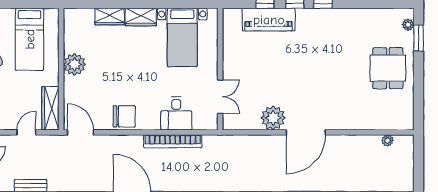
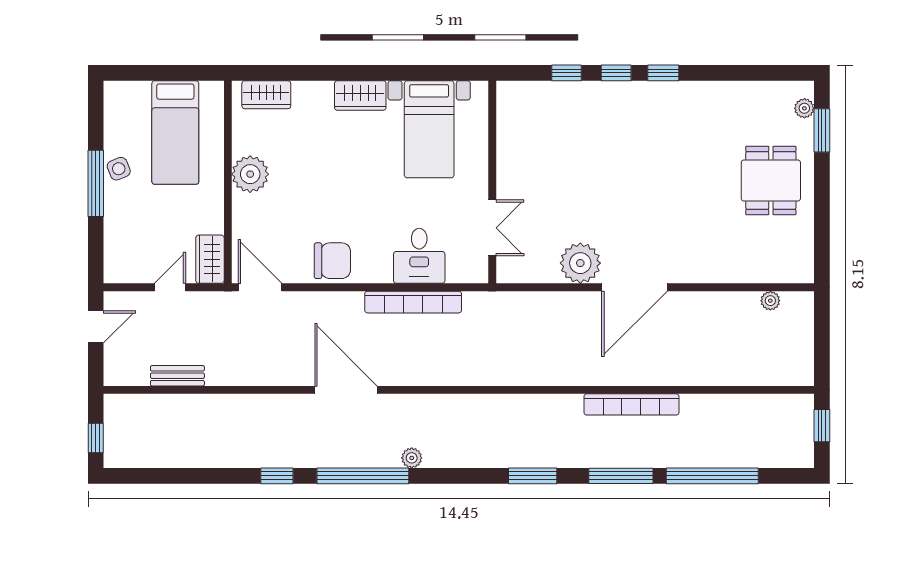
wardrobe: (110, 17) -> (266, 95), moved
piano: (269, 20) -> (573, 100), removed
wardrobe: (50, 108) -> (210, 259), width x0.67

